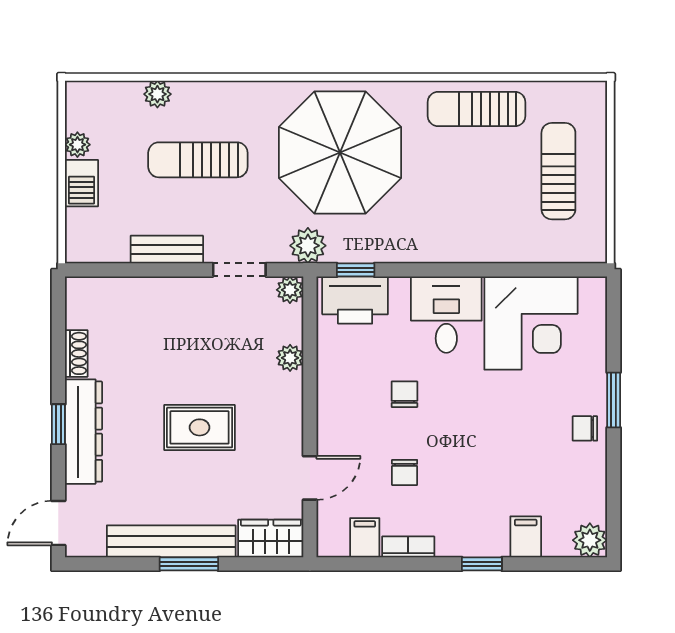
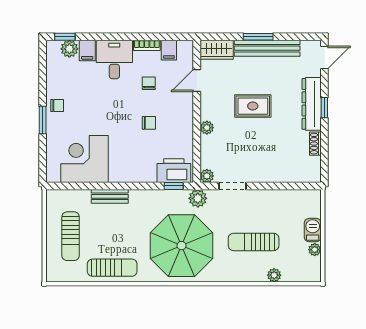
sun lounger: (198, 160) -> (254, 242), turned 180
bench: (167, 250) -> (110, 196), moved
desk: (446, 315) -> (114, 59), moved, turned 180
plant: (290, 358) -> (207, 128), moved
chair: (404, 394) -> (149, 123), turned -90
plant: (590, 540) -> (69, 49), moved
window: (482, 564) -> (65, 37), moved

